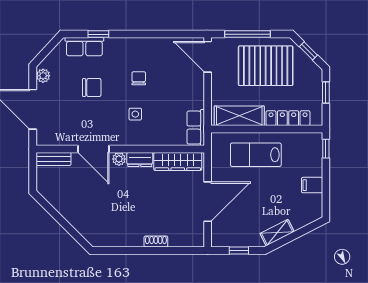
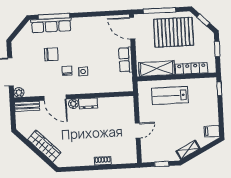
window: (98, 34) -> (54, 16), width x2.17
row of seats: (84, 47) -> (51, 25), width x1.48
plant: (43, 76) -> (19, 92), moved
chair: (139, 78) -> (67, 71), moved
row of seats: (196, 128) -> (125, 60), moved
wardrobe: (178, 161) -> (44, 146), moved, turned -135
filing cabinet: (312, 185) -> (212, 131), moved
door: (208, 202) -> (138, 131), width x0.53

